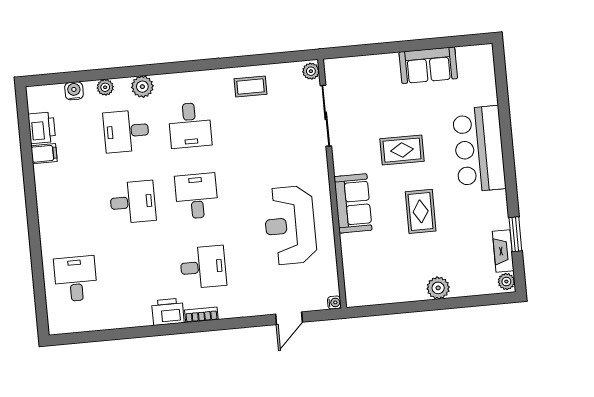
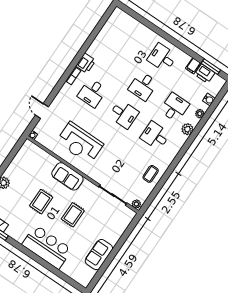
window: (24, 127) -> (211, 67), added
rug: (421, 211) -> (41, 202), turned 90
reception desk: (290, 225) -> (80, 143), turned 180
desk: (76, 279) -> (162, 58), moved, turned 180

